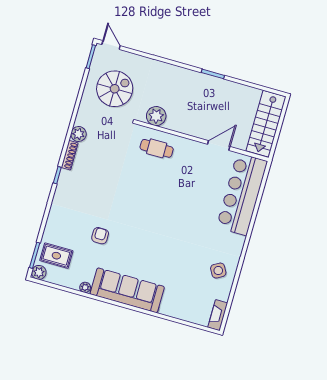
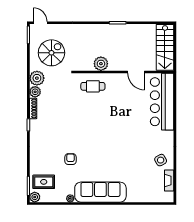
plant: (156, 116) -> (101, 64), moved
plant: (86, 117) -> (37, 78), added
door: (219, 145) -> (136, 72), swing flipped
fireplace: (218, 315) -> (169, 180), moved

